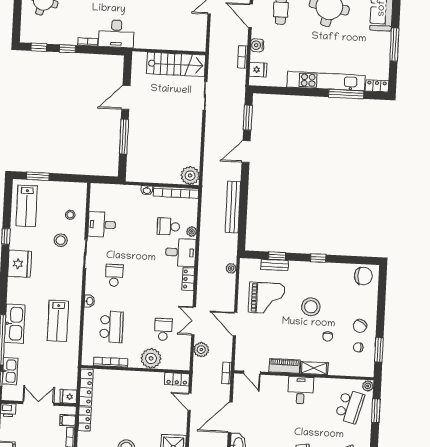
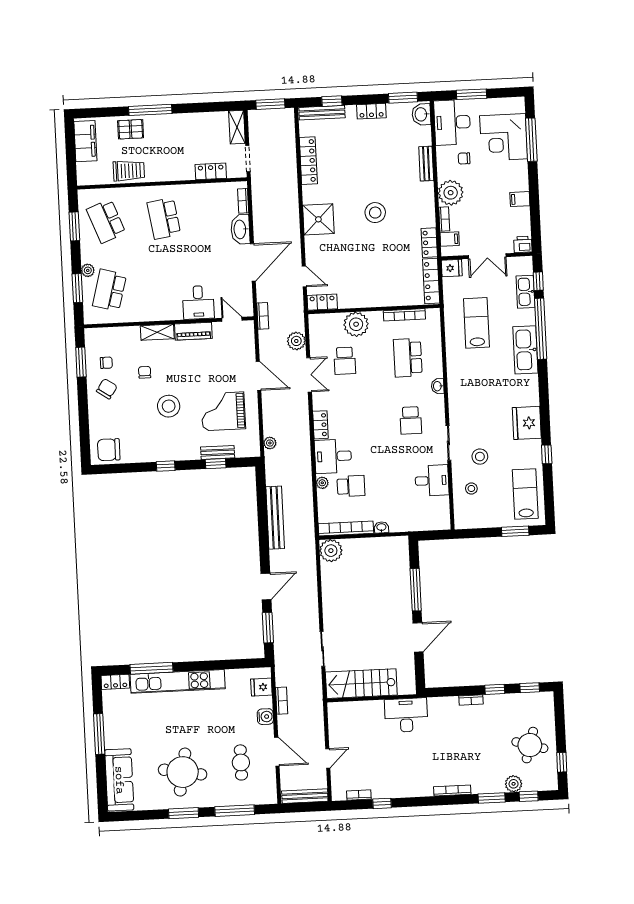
desk: (116, 34) -> (406, 715), moved
lab bench: (58, 321) -> (476, 323), moved
plant: (368, 386) -> (88, 270), moved
desk: (301, 390) -> (198, 302), moved

